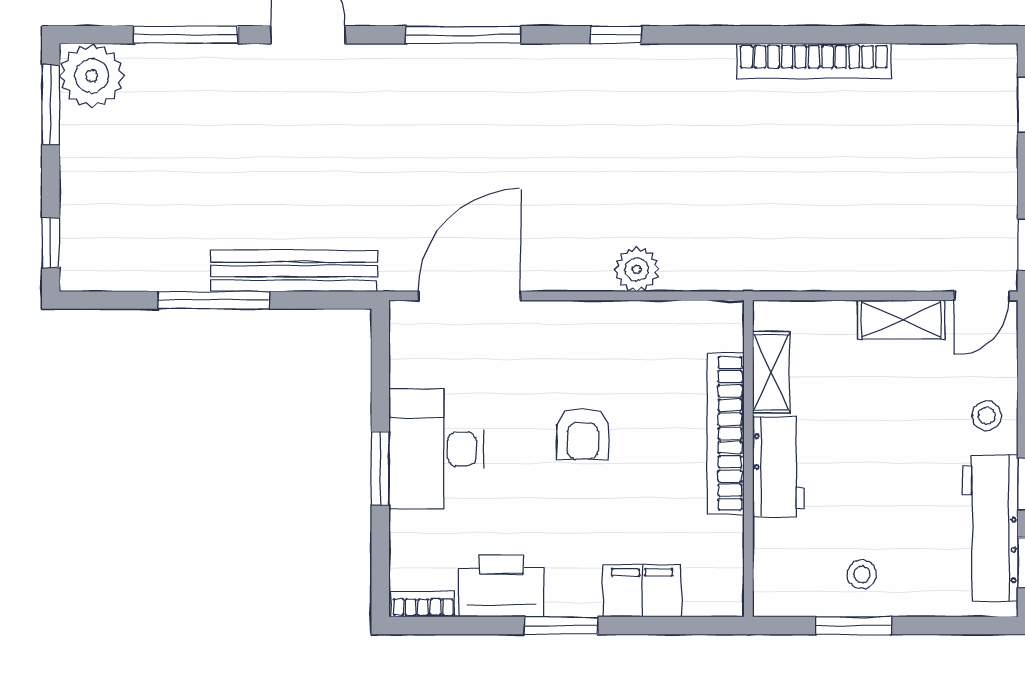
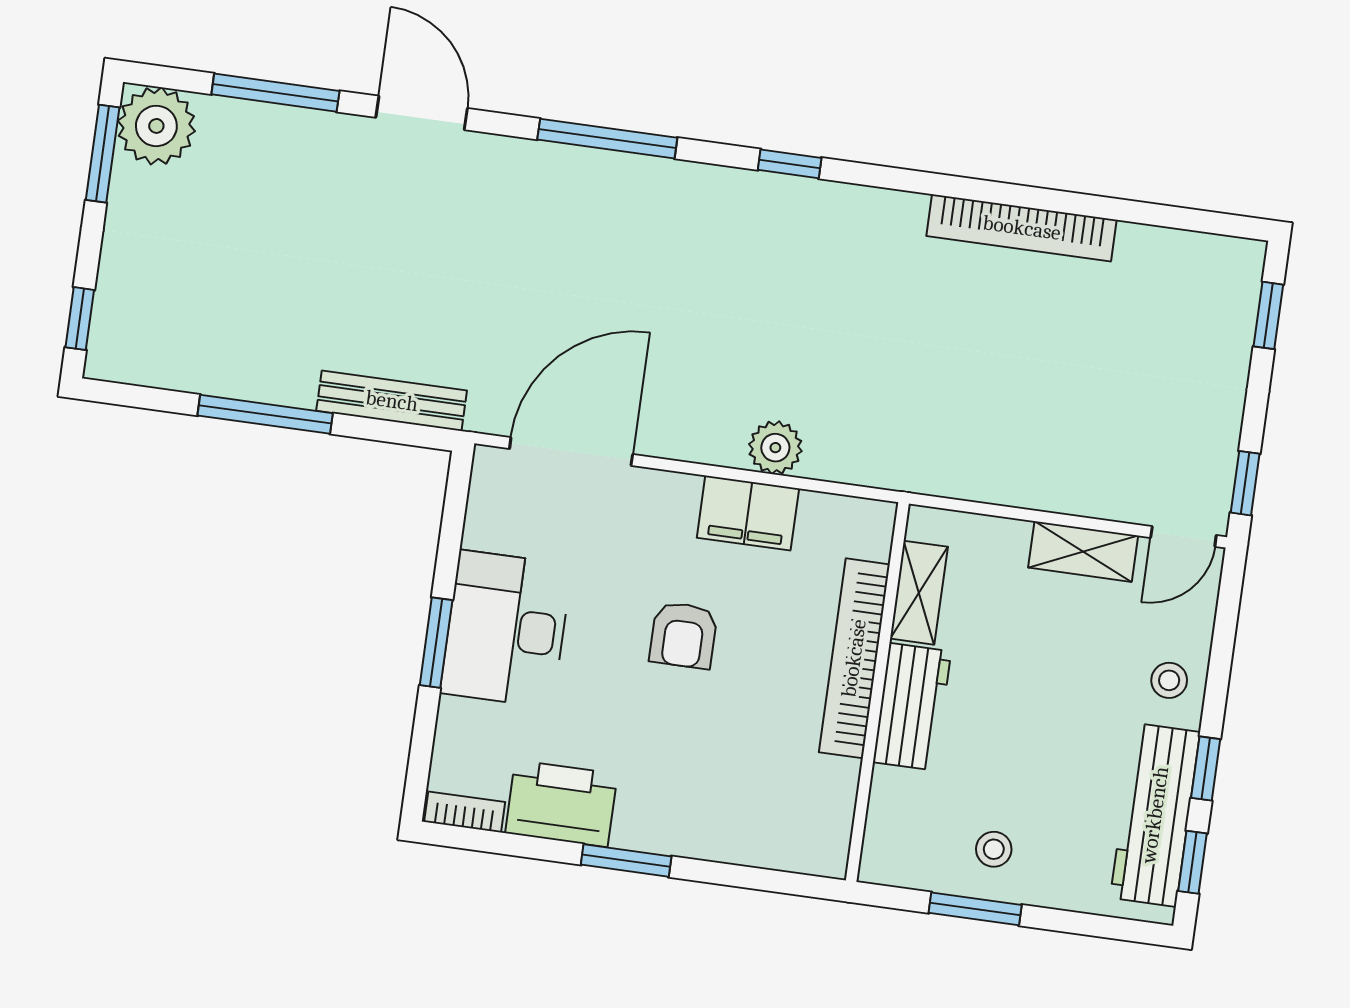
bench: (294, 271) -> (392, 401), width x0.73, depth x0.82
filing cabinet: (642, 591) -> (748, 513), moved, turned 180

